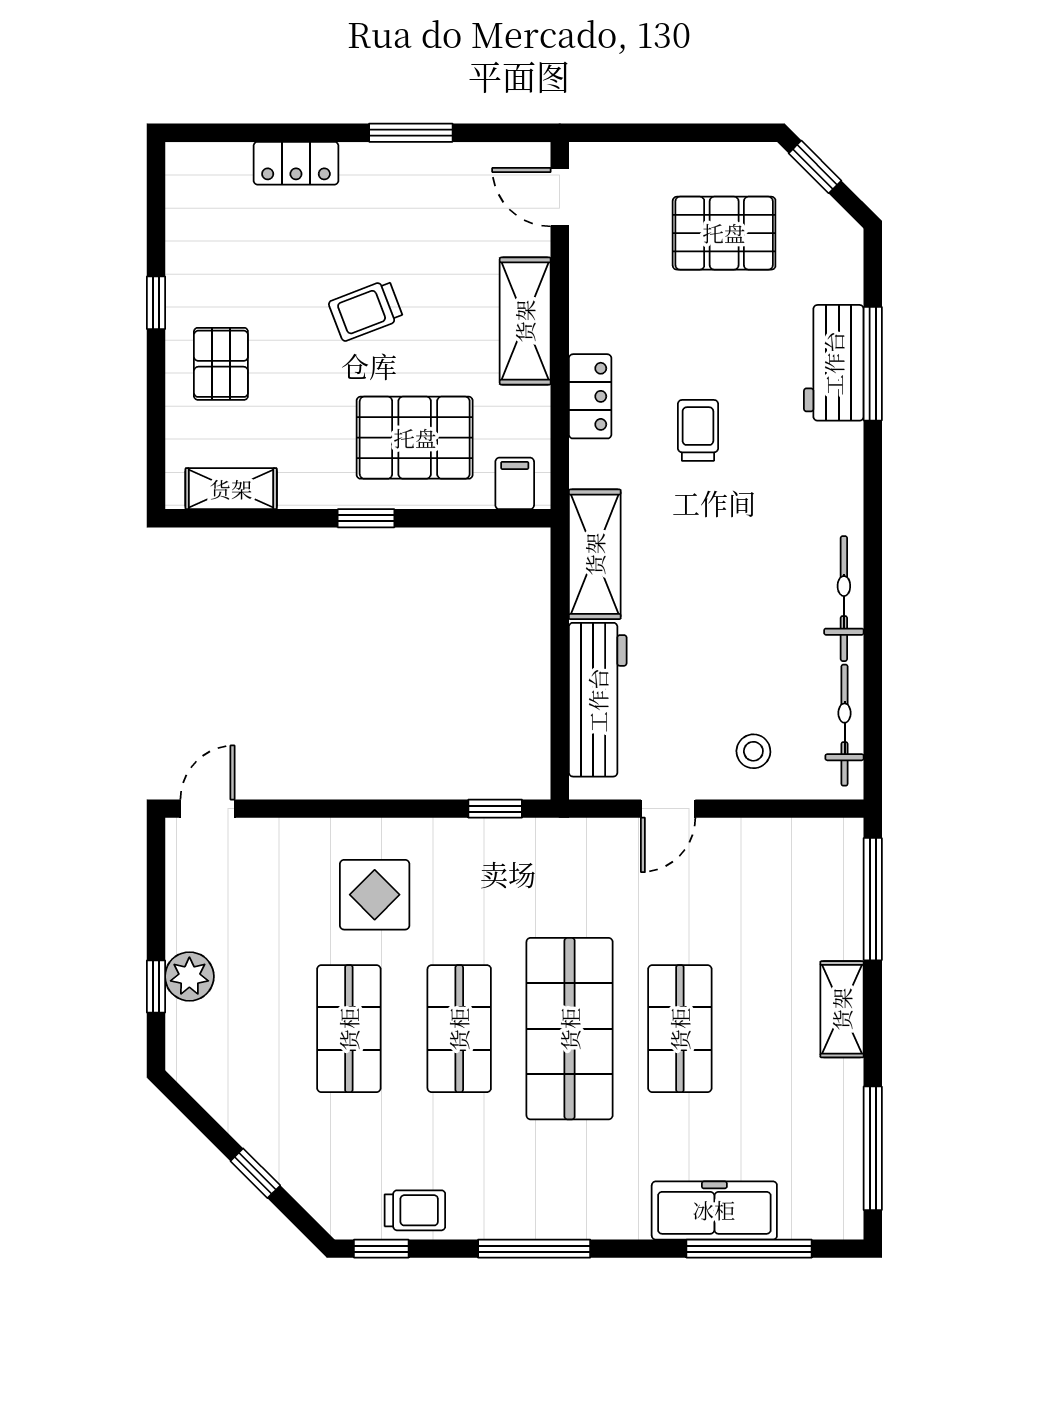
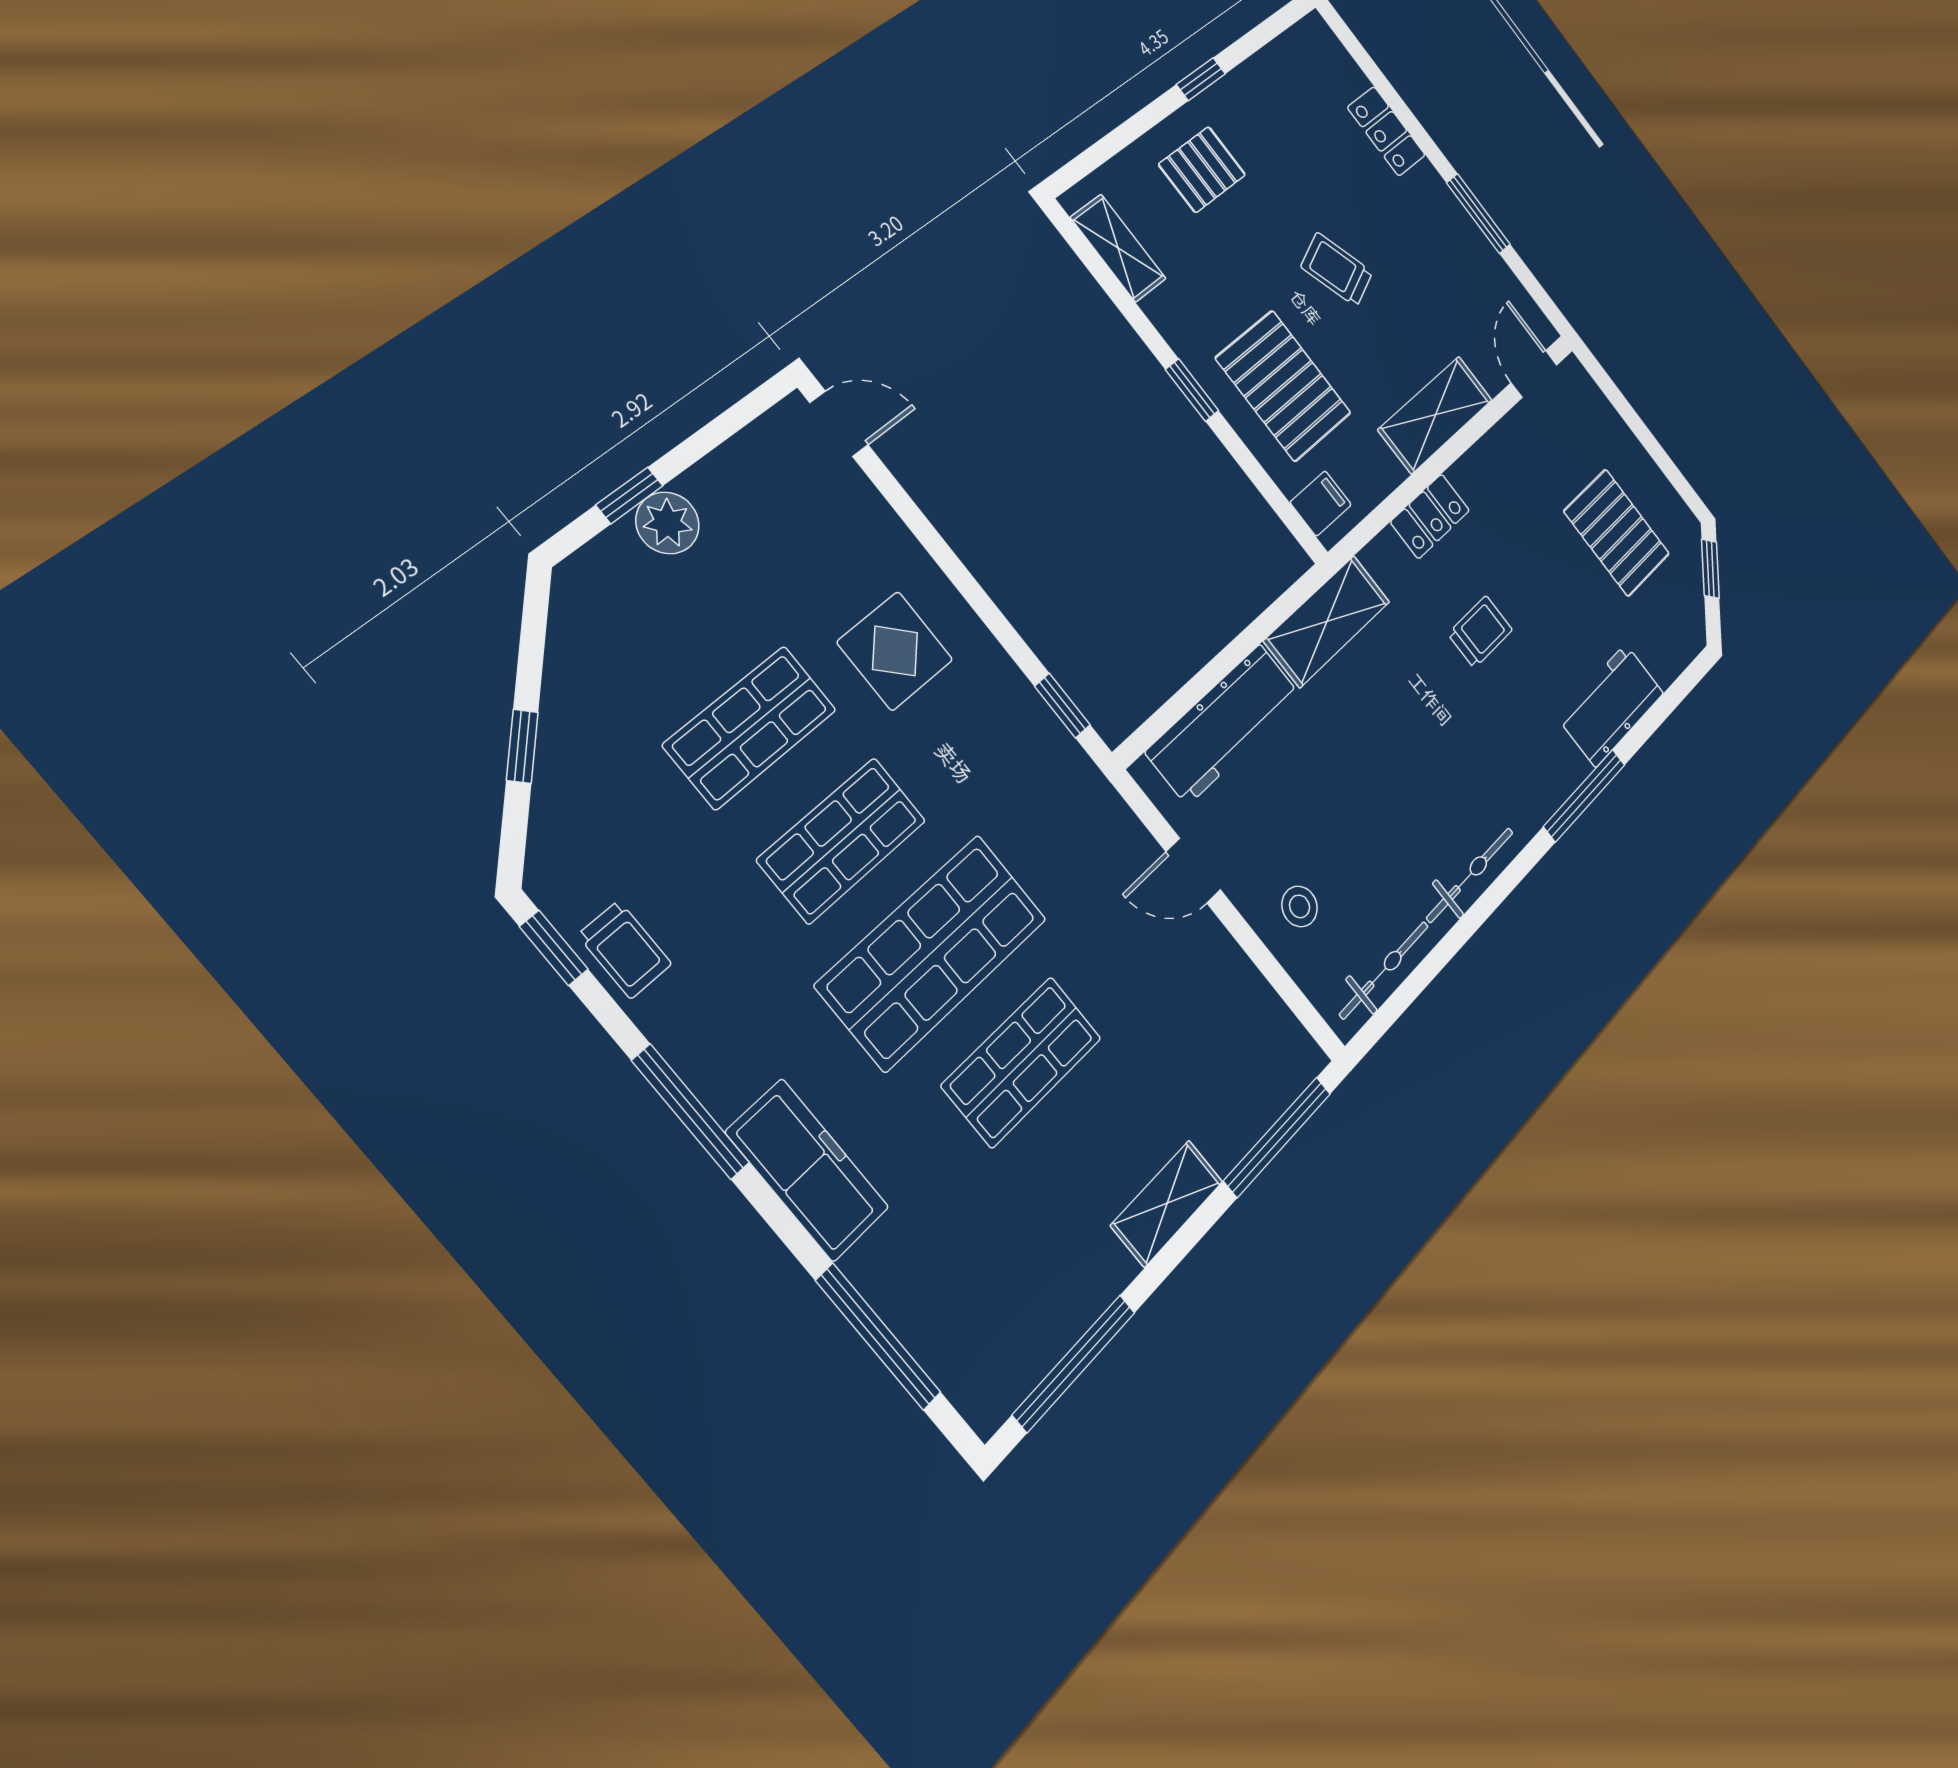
window: (873, 364) -> (1584, 795), moved
freezer: (714, 1210) -> (807, 1170), moved

